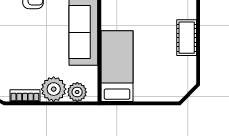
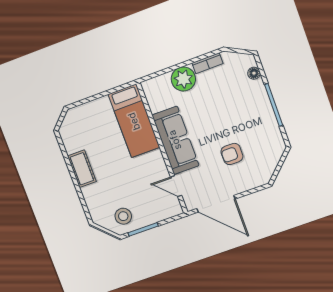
plant: (77, 92) -> (161, 84), removed

